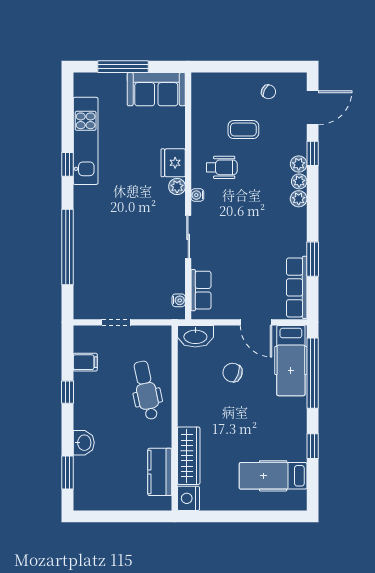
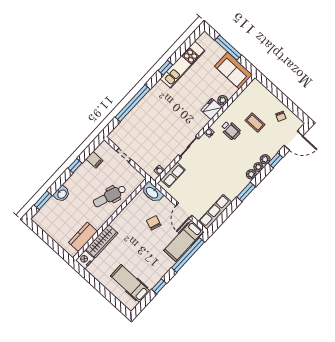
plant: (177, 187) -> (223, 100), moved
window: (313, 259) -> (246, 192), moved
dental chair: (146, 390) -> (110, 196), turned -149

